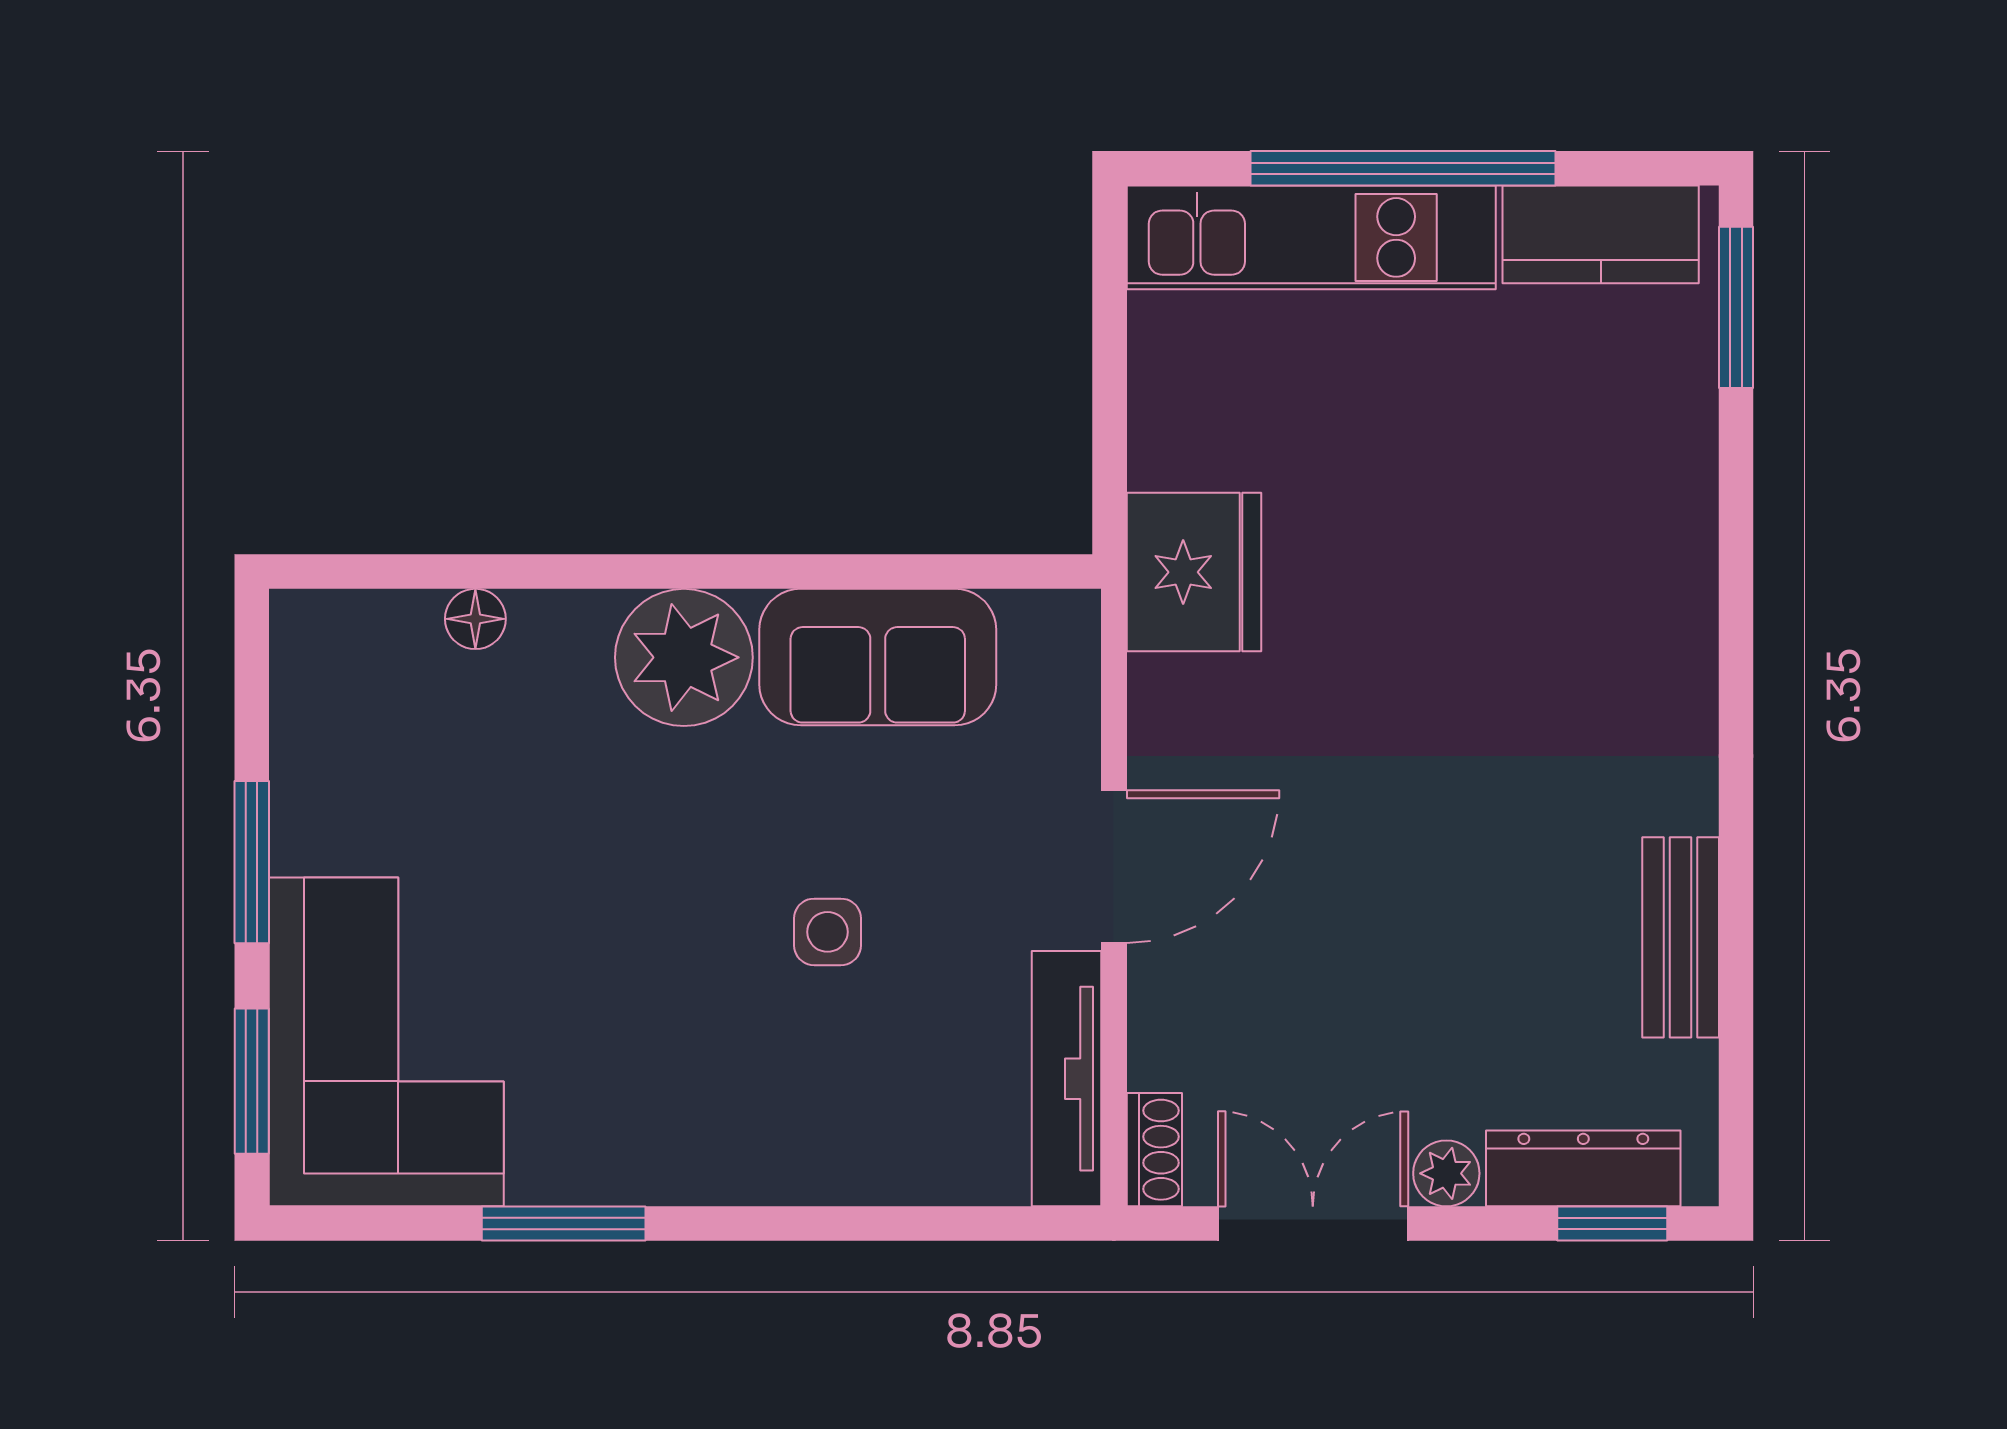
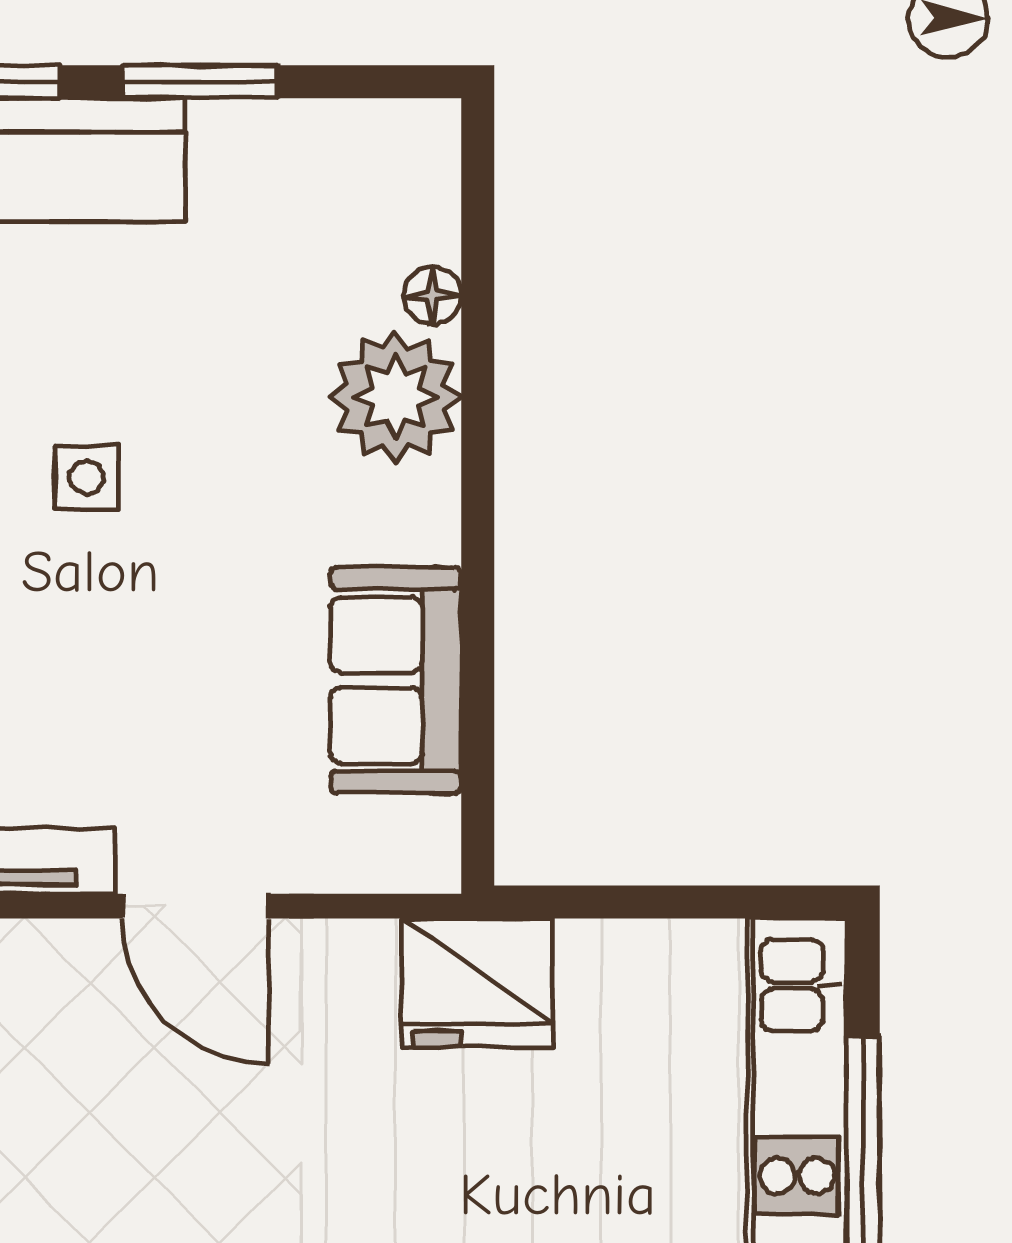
plant: (684, 657) -> (396, 397), moved
side table: (827, 932) -> (86, 477), moved

